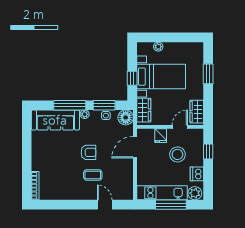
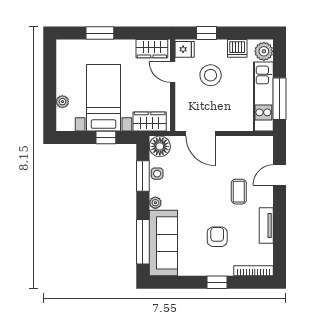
window: (70, 105) -> (143, 242), moved
fridge: (161, 136) -> (185, 49), moved
armchair: (88, 152) -> (217, 237), moved
window: (27, 159) -> (217, 282), added
tv unit: (68, 195) -> (266, 225), added
window: (171, 205) -> (280, 99), moved

